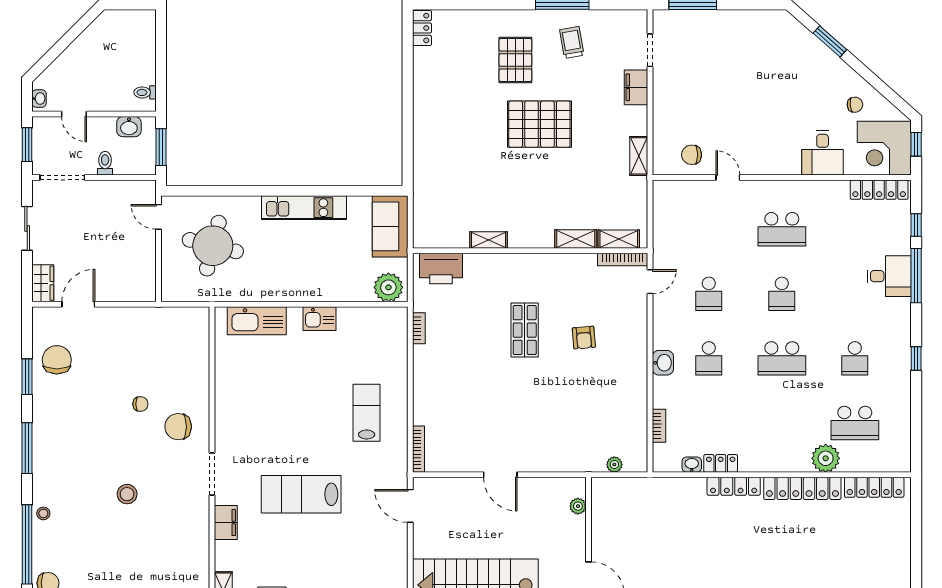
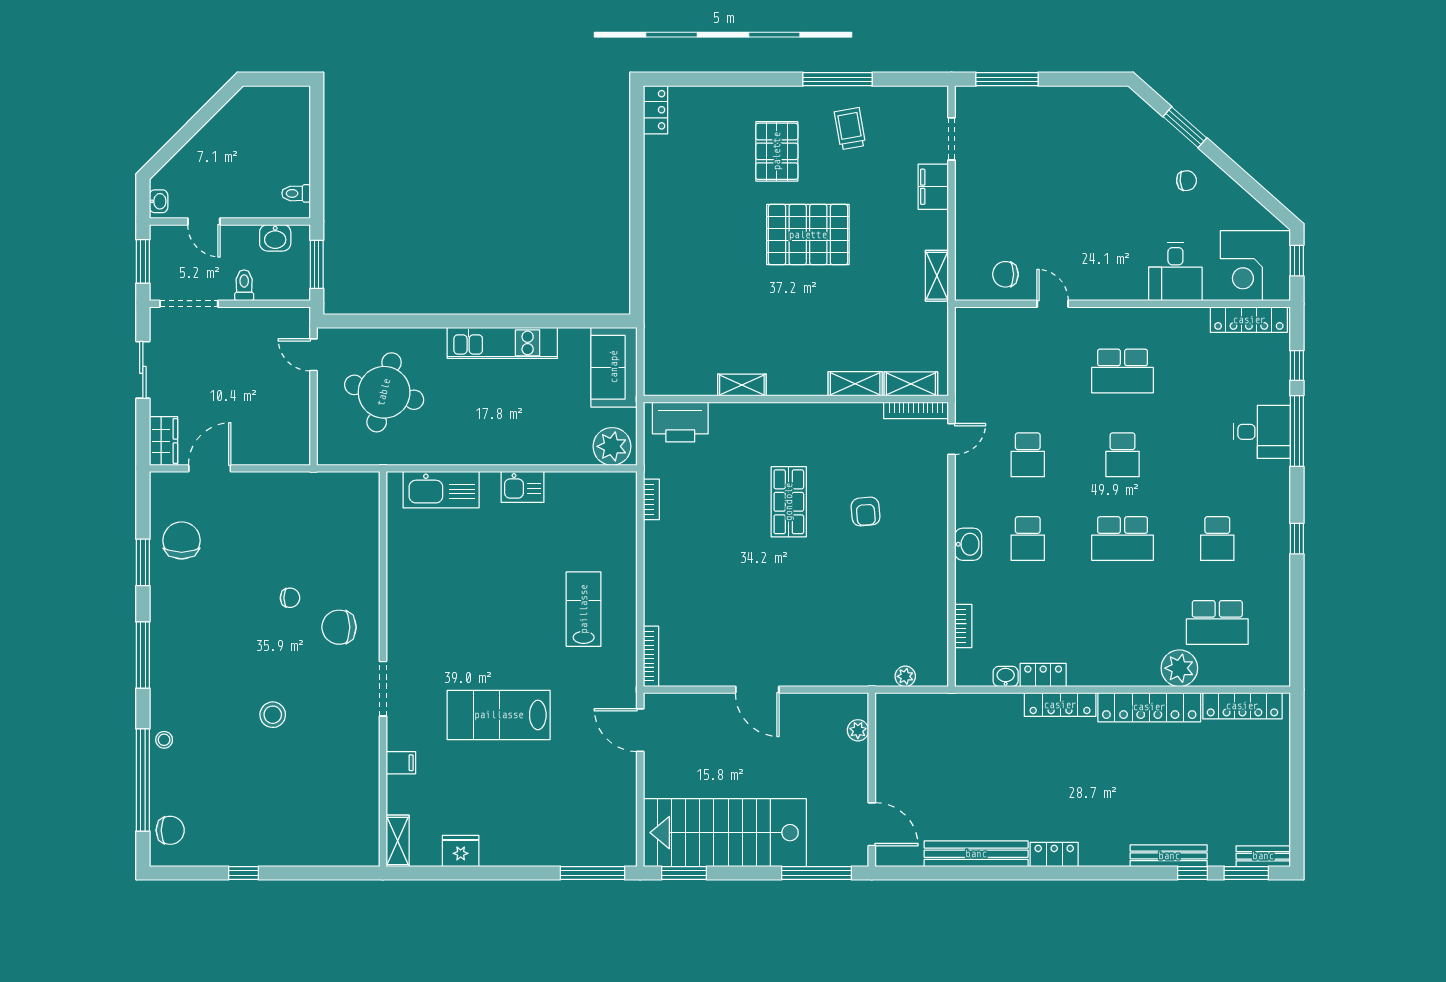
chair: (855, 105) -> (1187, 181), moved
filing cabinet: (226, 523) -> (401, 763), width x0.50

